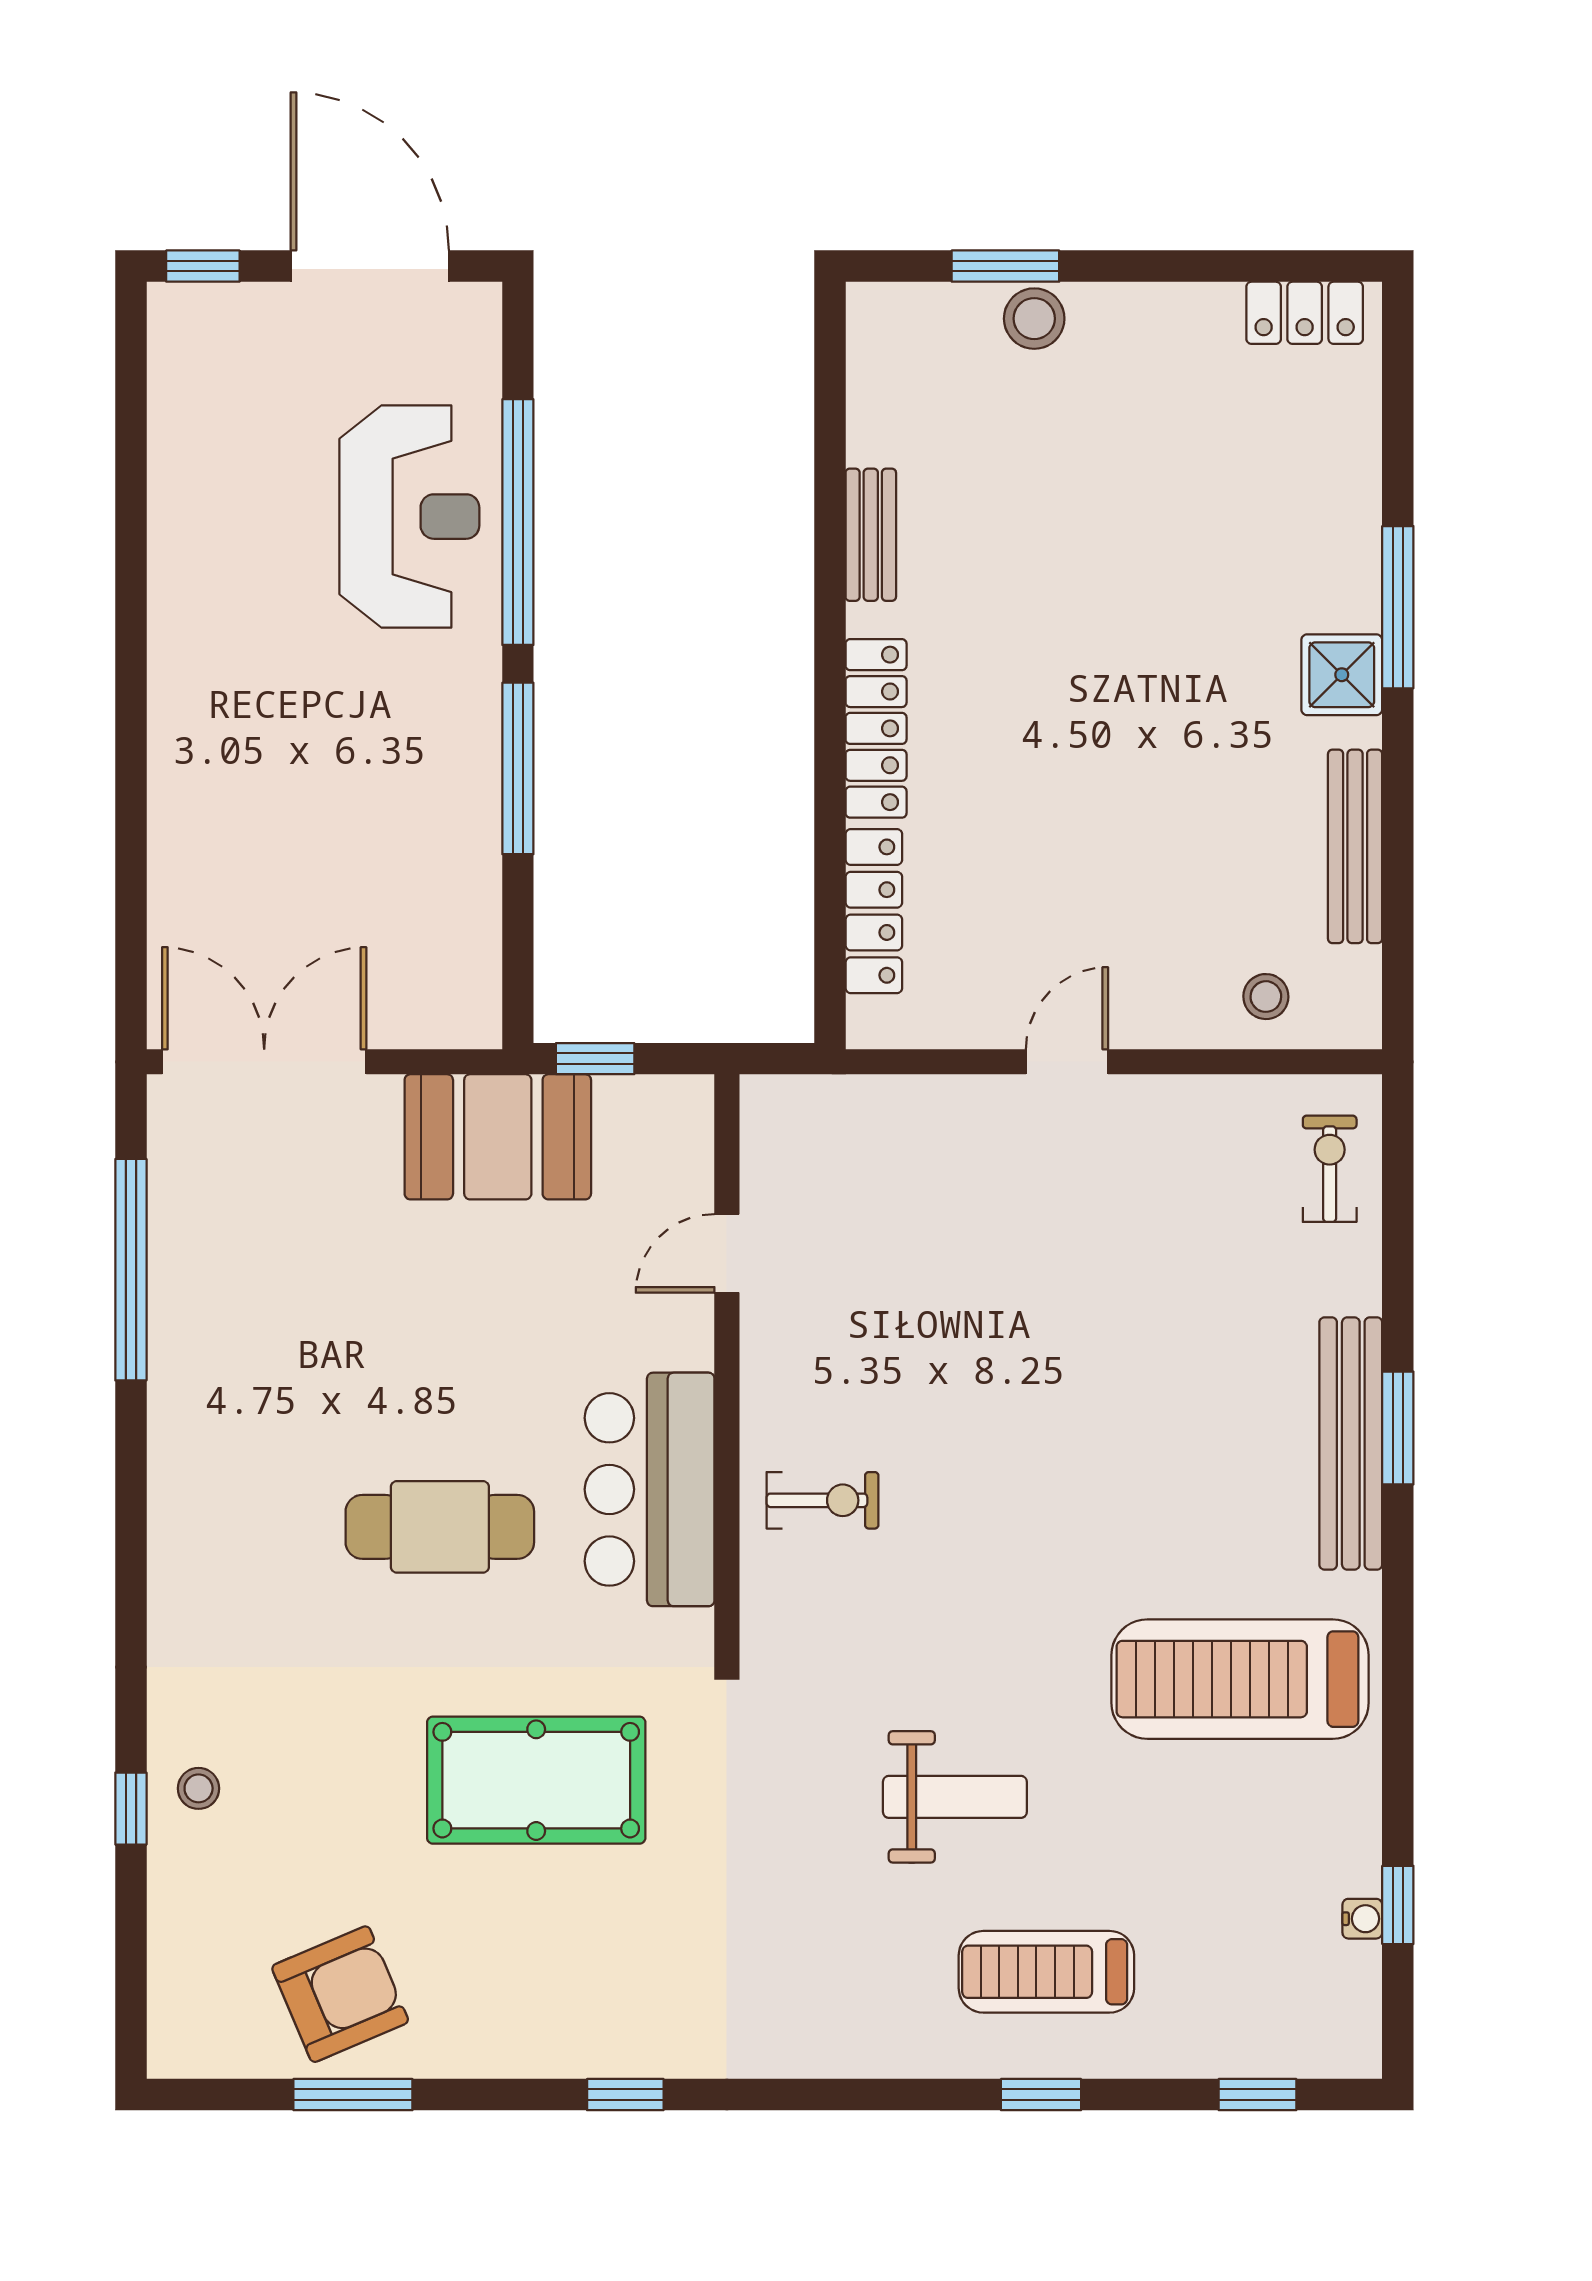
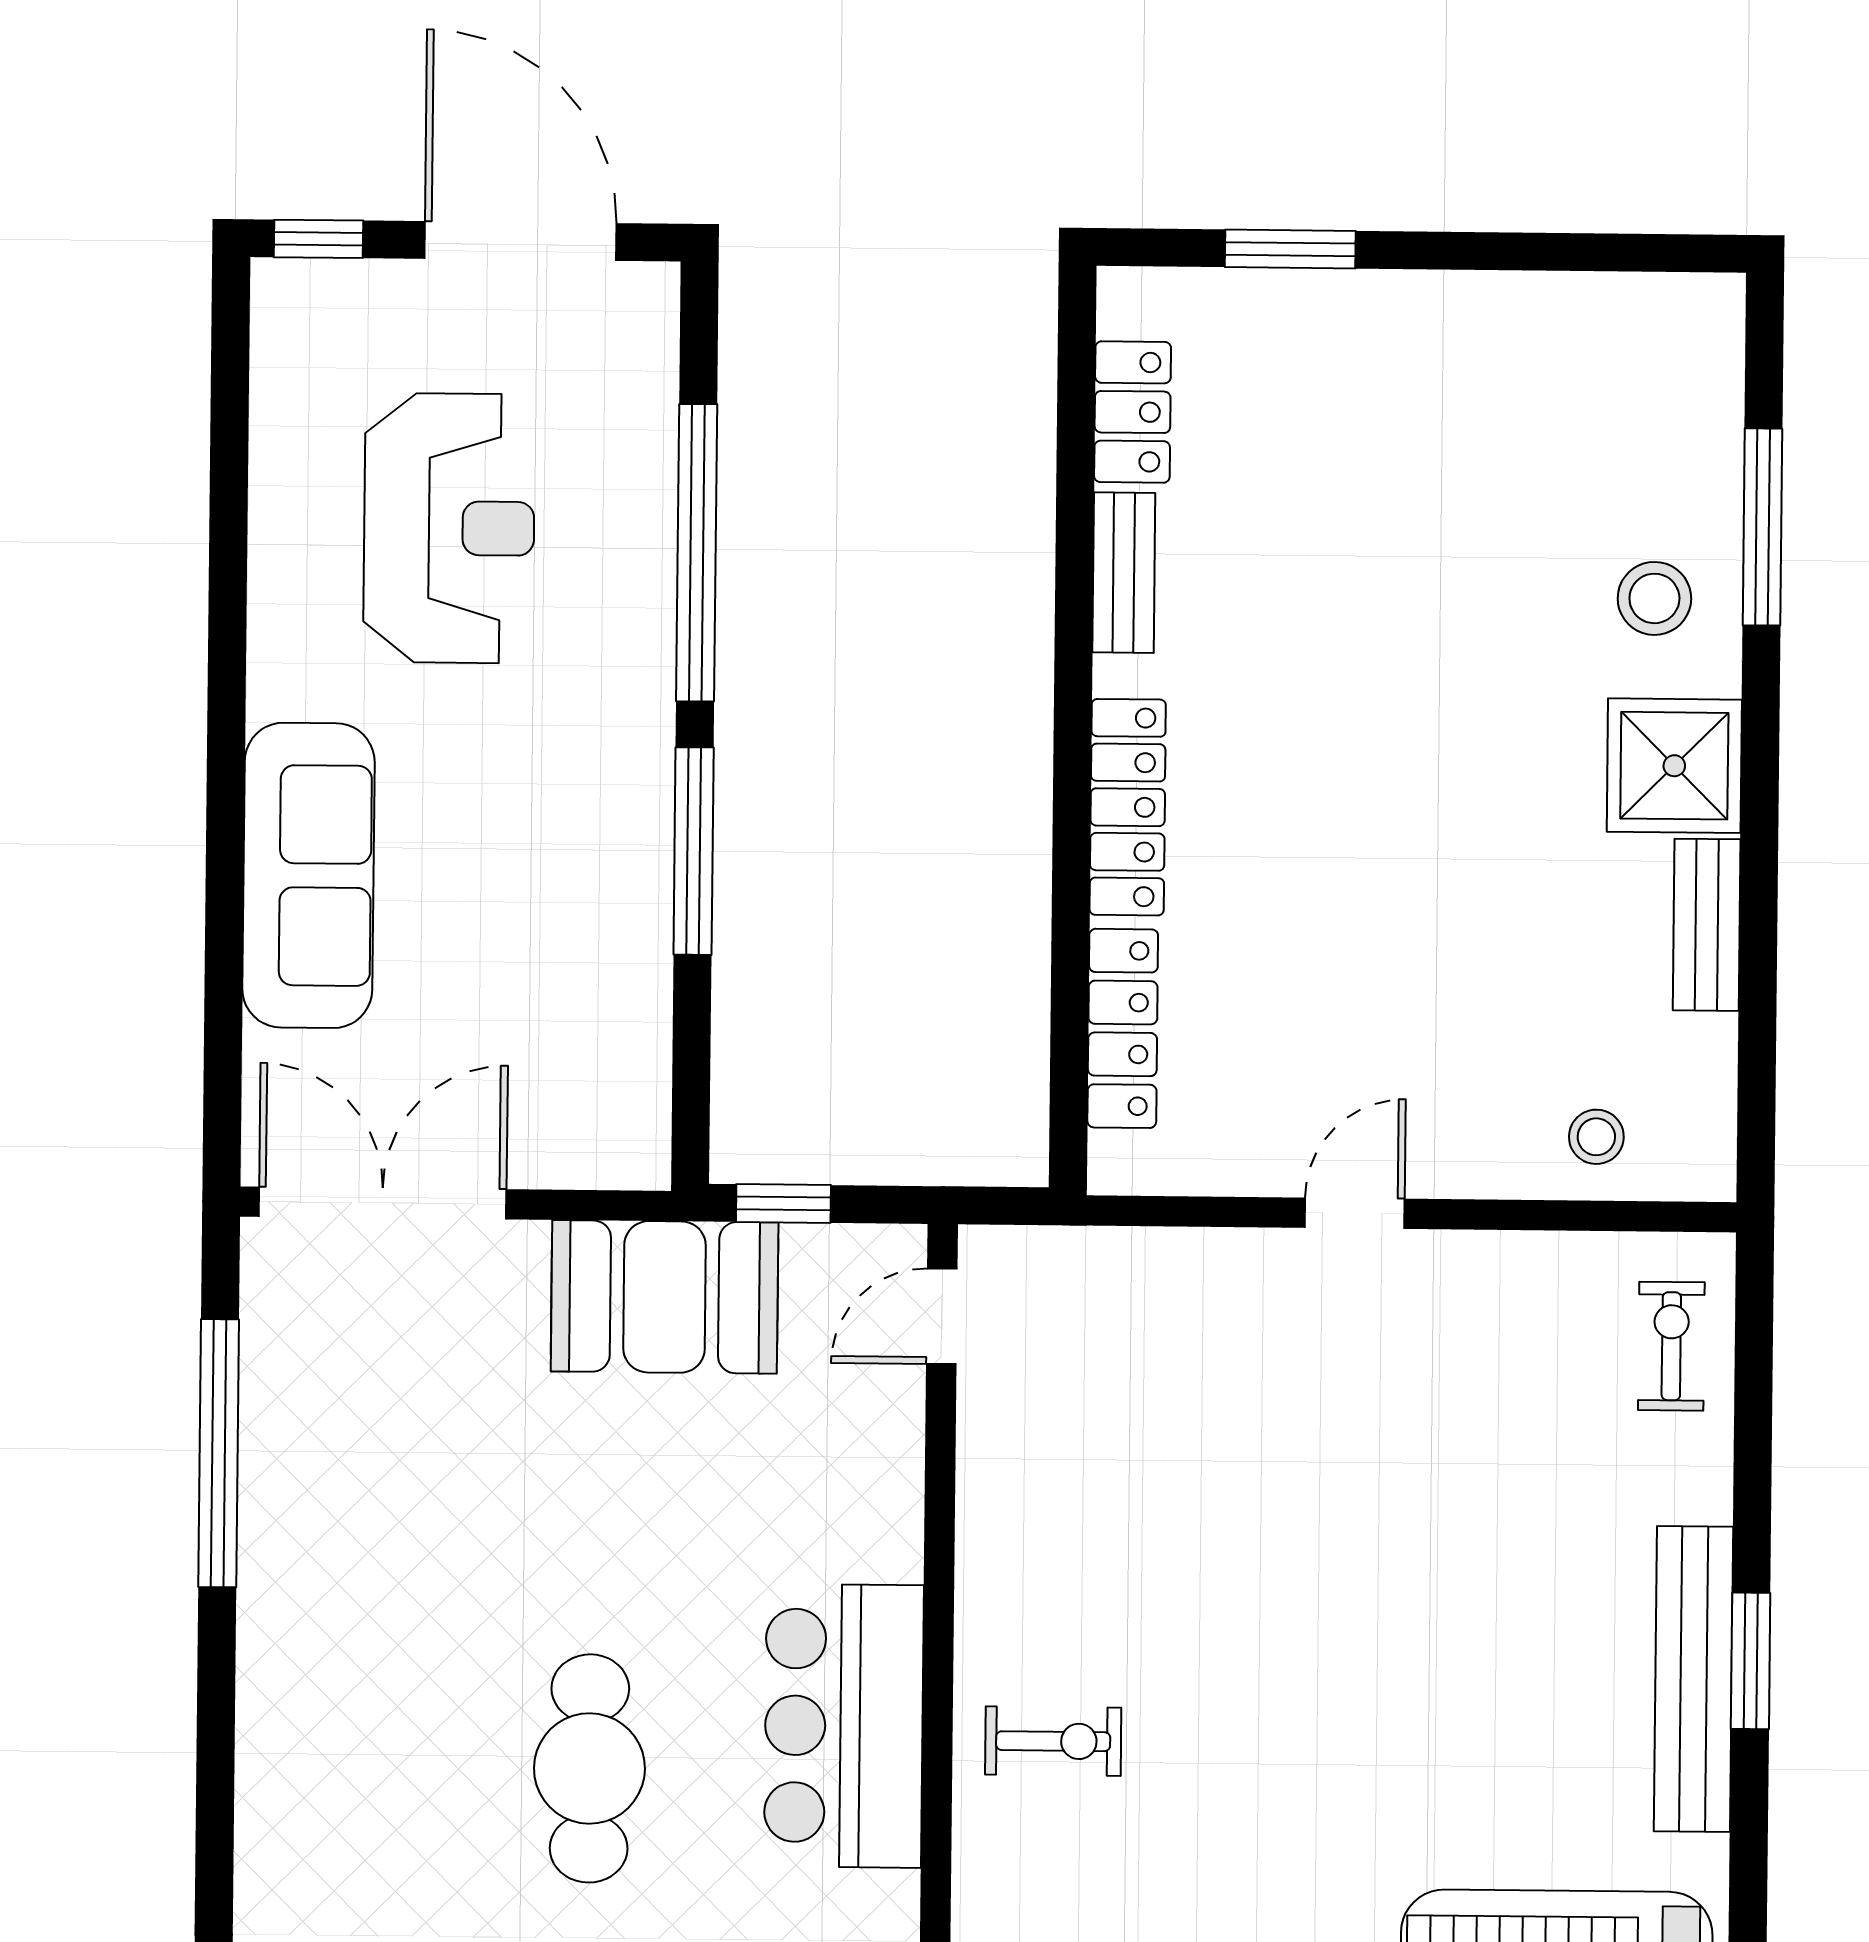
locker: (1305, 313) -> (1133, 412), moved, turned -90
stool: (1034, 319) -> (1654, 598), moved
reception desk: (409, 517) -> (449, 528), moved
window: (1398, 607) -> (1762, 527), moved
shower: (1342, 675) -> (1674, 766), width x1.36, depth x1.36
sofa: (200, 792) -> (308, 875), added
bench: (1355, 846) -> (1707, 925), width x0.73
door: (727, 1253) -> (942, 1316), moved
cafe table: (440, 1527) -> (589, 1768), turned 90

